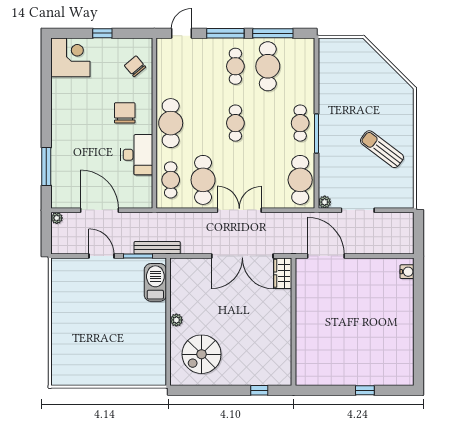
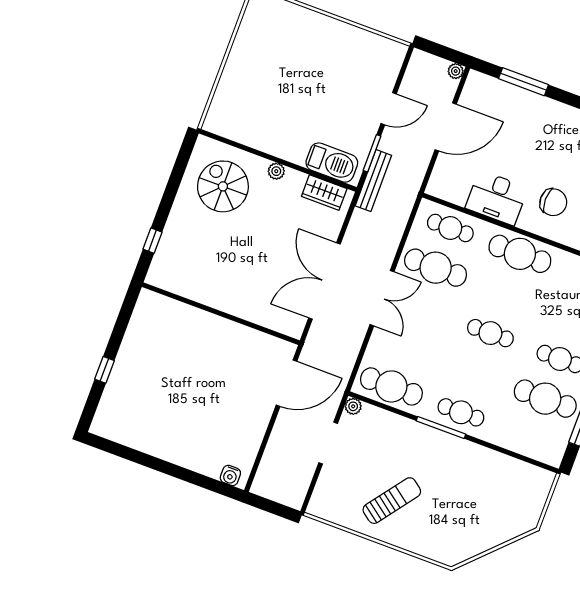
wardrobe: (283, 273) -> (324, 193), moved, turned 180

